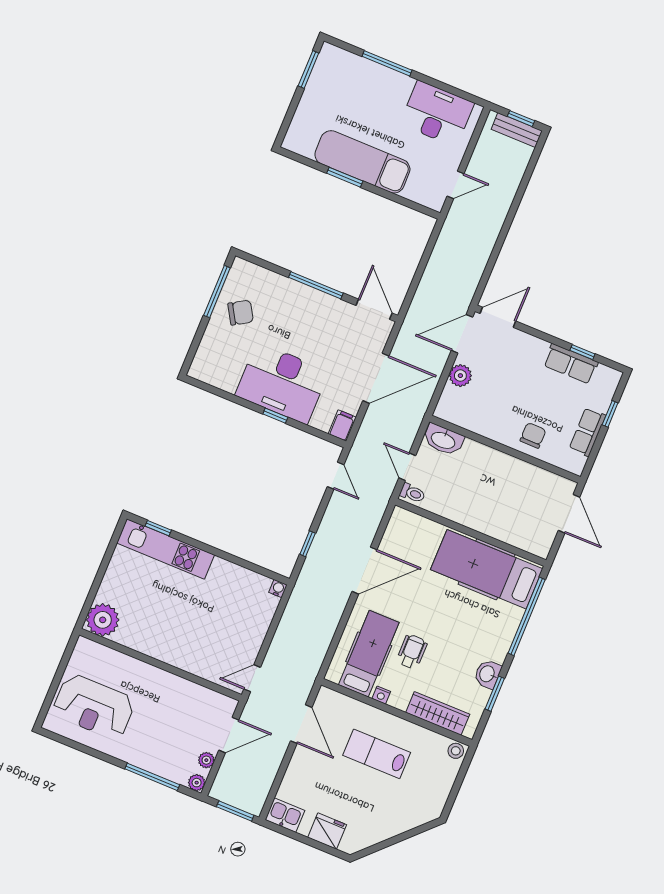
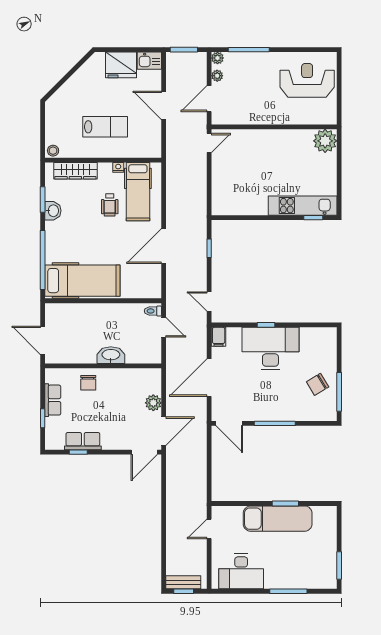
washbasin: (443, 440) -> (111, 355), moved
water cooler: (278, 589) -> (217, 210), removed
door: (301, 724) -> (164, 105), moved
fridge: (327, 831) -> (121, 65), width x1.36, depth x1.34

